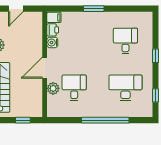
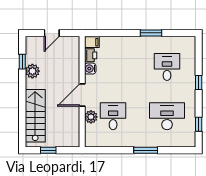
window: (94, 9) -> (151, 33), moved
window: (23, 120) -> (48, 150), moved
window: (105, 120) -> (146, 150), width x0.47

